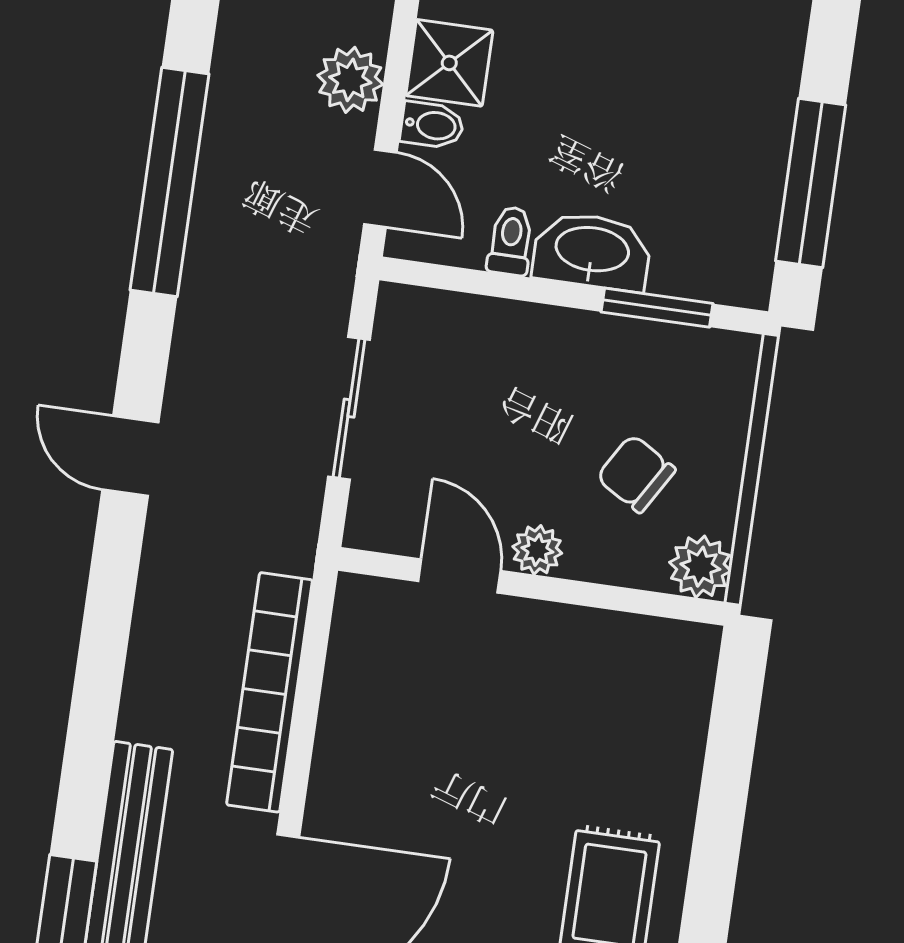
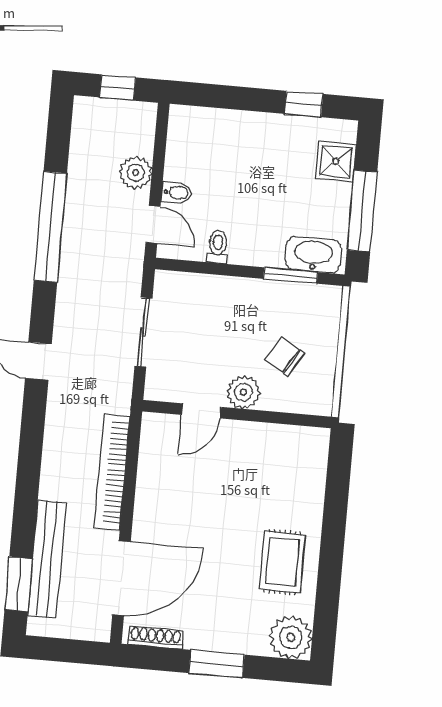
shower: (449, 63) -> (336, 161), moved
washbasin: (592, 251) -> (313, 255), moved
plant: (537, 550) -> (243, 392), width x1.38, depth x1.38
plant: (700, 567) -> (318, 400), removed
door: (459, 576) -> (201, 411), swing flipped

